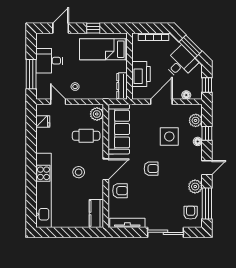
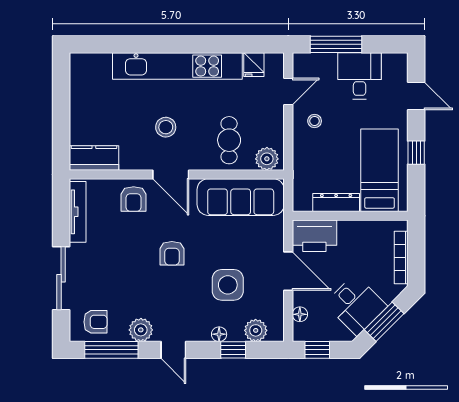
printer: (141, 74) -> (314, 236), moved
dresser: (122, 86) -> (336, 203), moved
kitchen unit: (43, 190) -> (177, 66), moved

